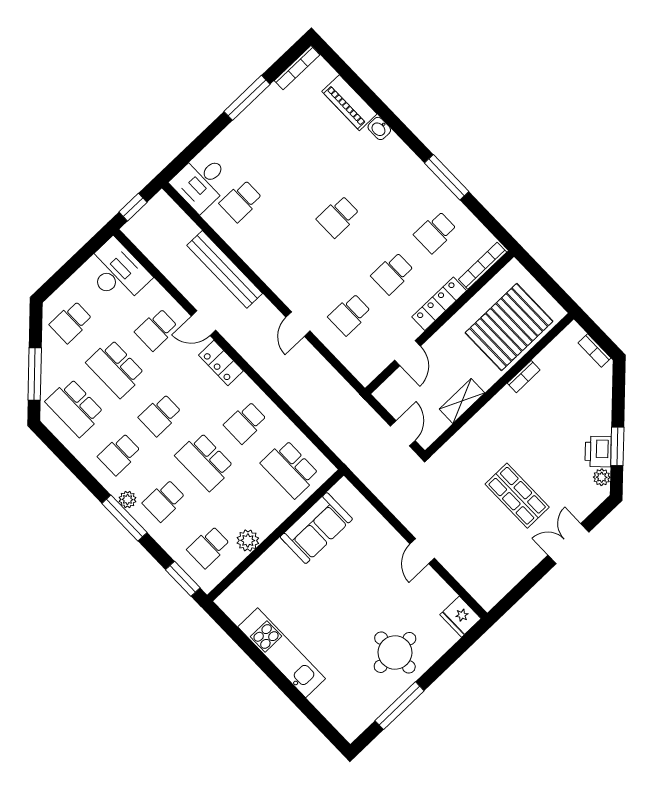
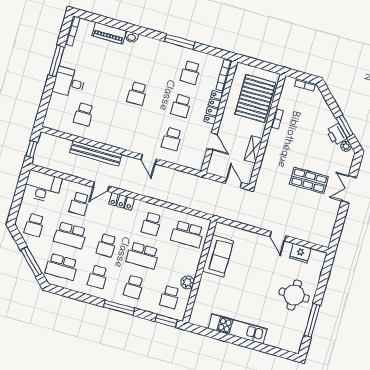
desk: (202, 182) -> (69, 82), moved, turned 90
plant: (128, 499) -> (115, 297), removed
fridge: (460, 617) -> (300, 253), moved

